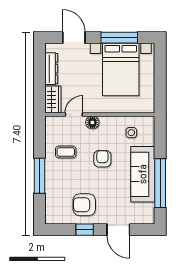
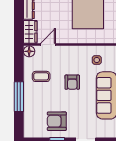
floor lamp: (92, 122) -> (29, 51), moved
armchair: (102, 159) -> (72, 82), turned 180

